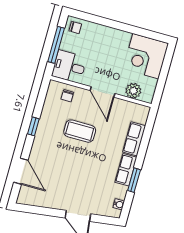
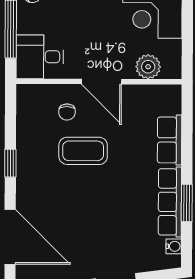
chair: (67, 96) -> (67, 112), moved
row of seats: (126, 170) -> (170, 202), width x1.48
door: (21, 171) -> (10, 237), width x1.36

